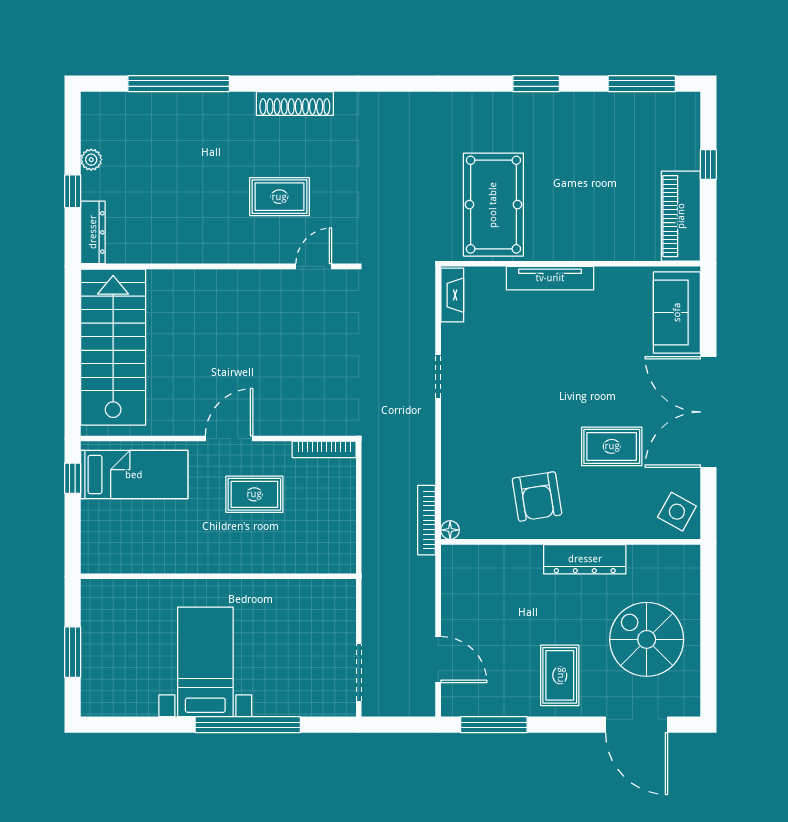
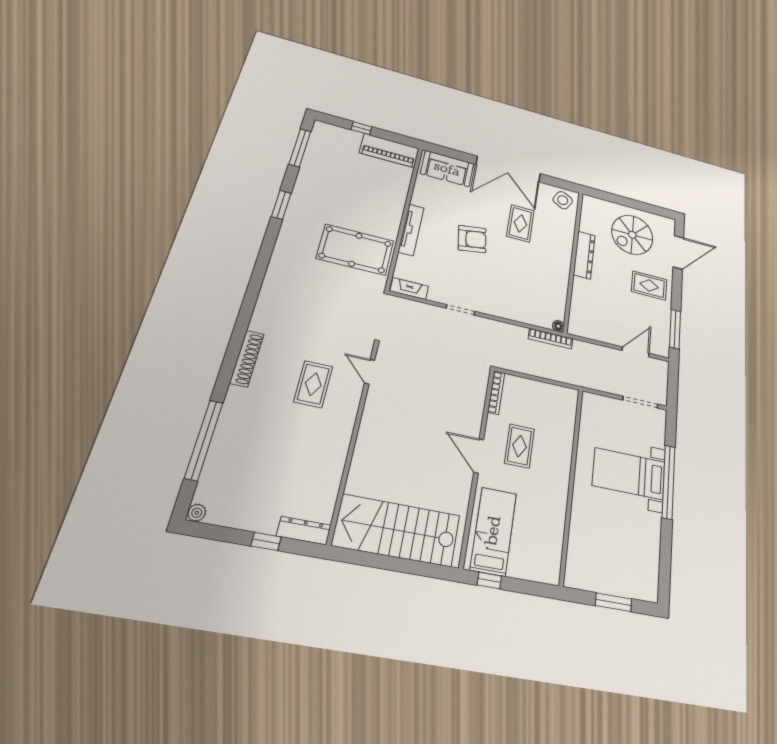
plant: (91, 160) -> (197, 513), moved
armchair: (537, 496) -> (472, 239), moved
bed with nightstands: (205, 662) -> (629, 474), moved

